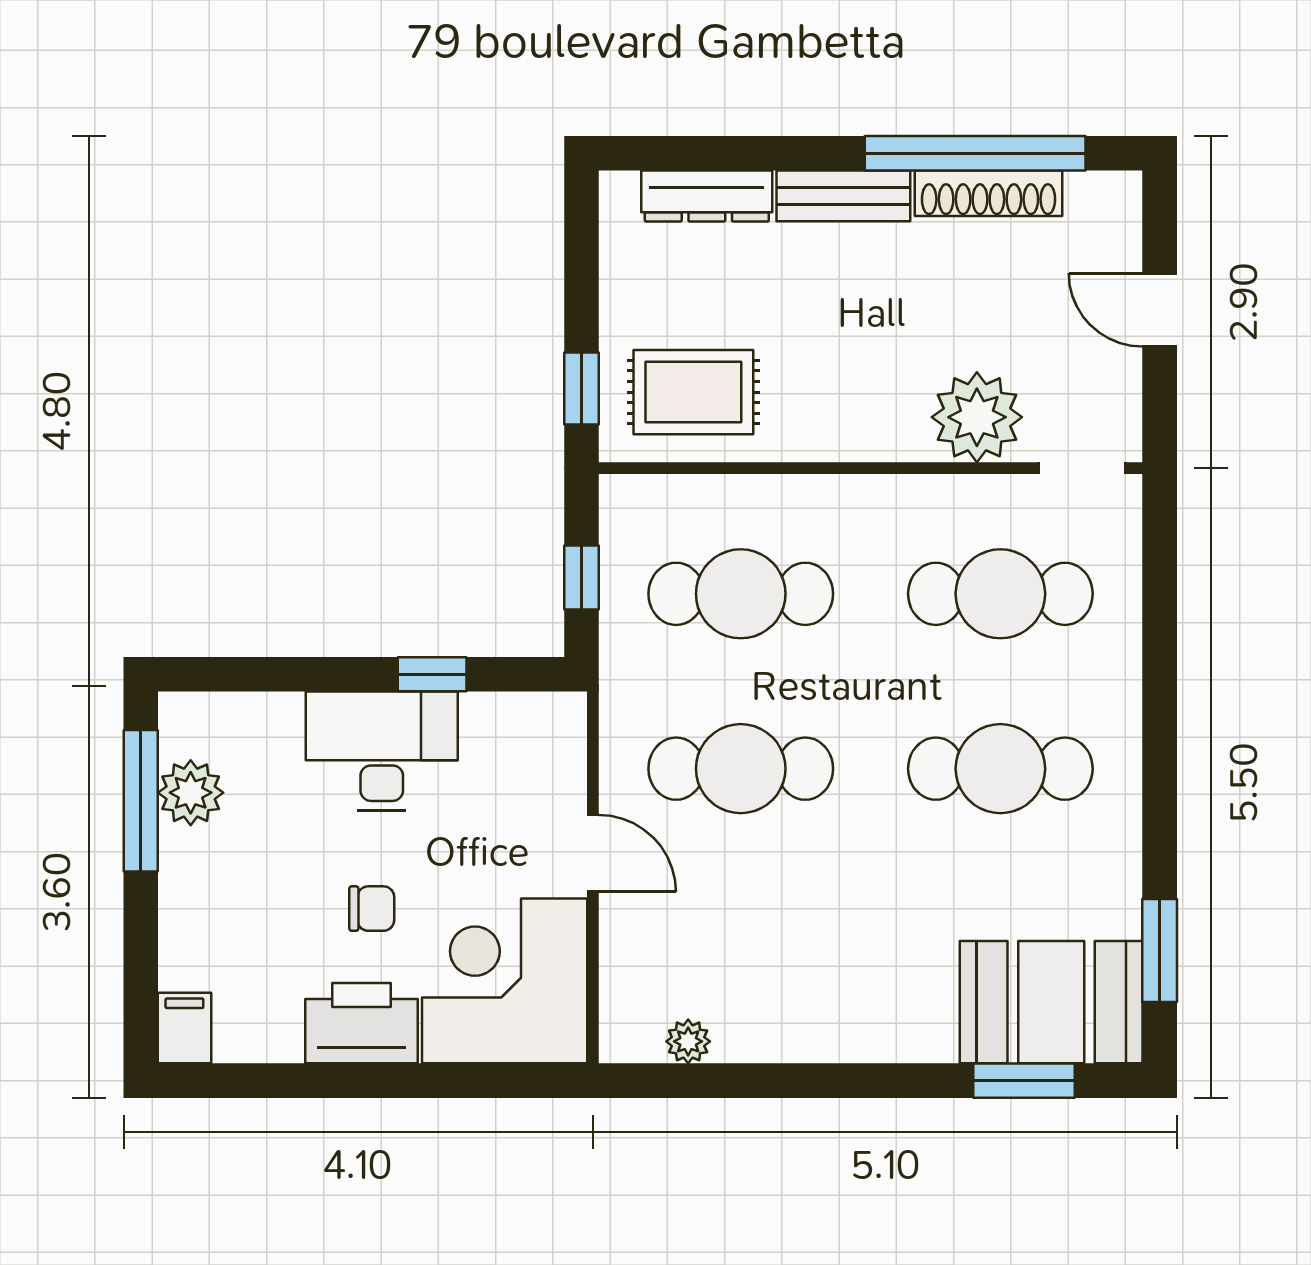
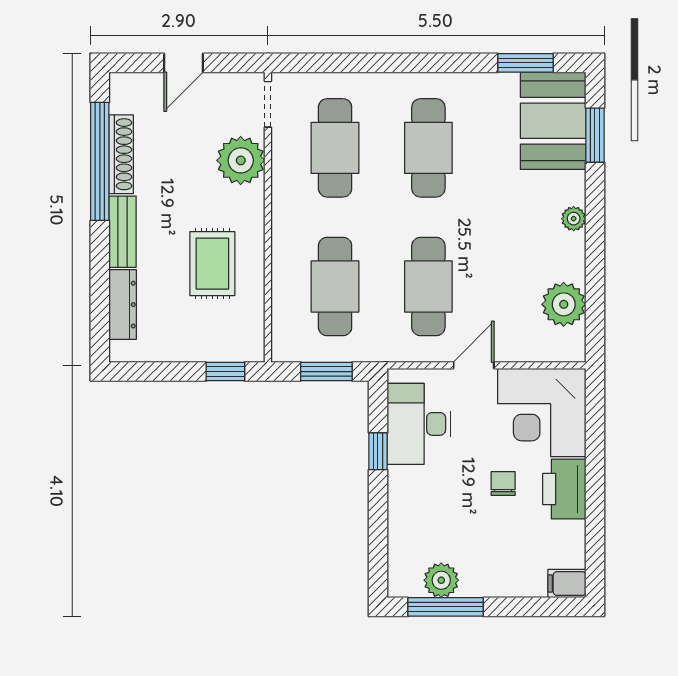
rug: (693, 392) -> (212, 264), moved
window: (581, 578) -> (326, 372), width x1.50
desk: (382, 751) -> (419, 424), moved
plant: (688, 1041) -> (564, 304), width x1.88, depth x1.88
plant: (868, 1041) -> (574, 219), added

